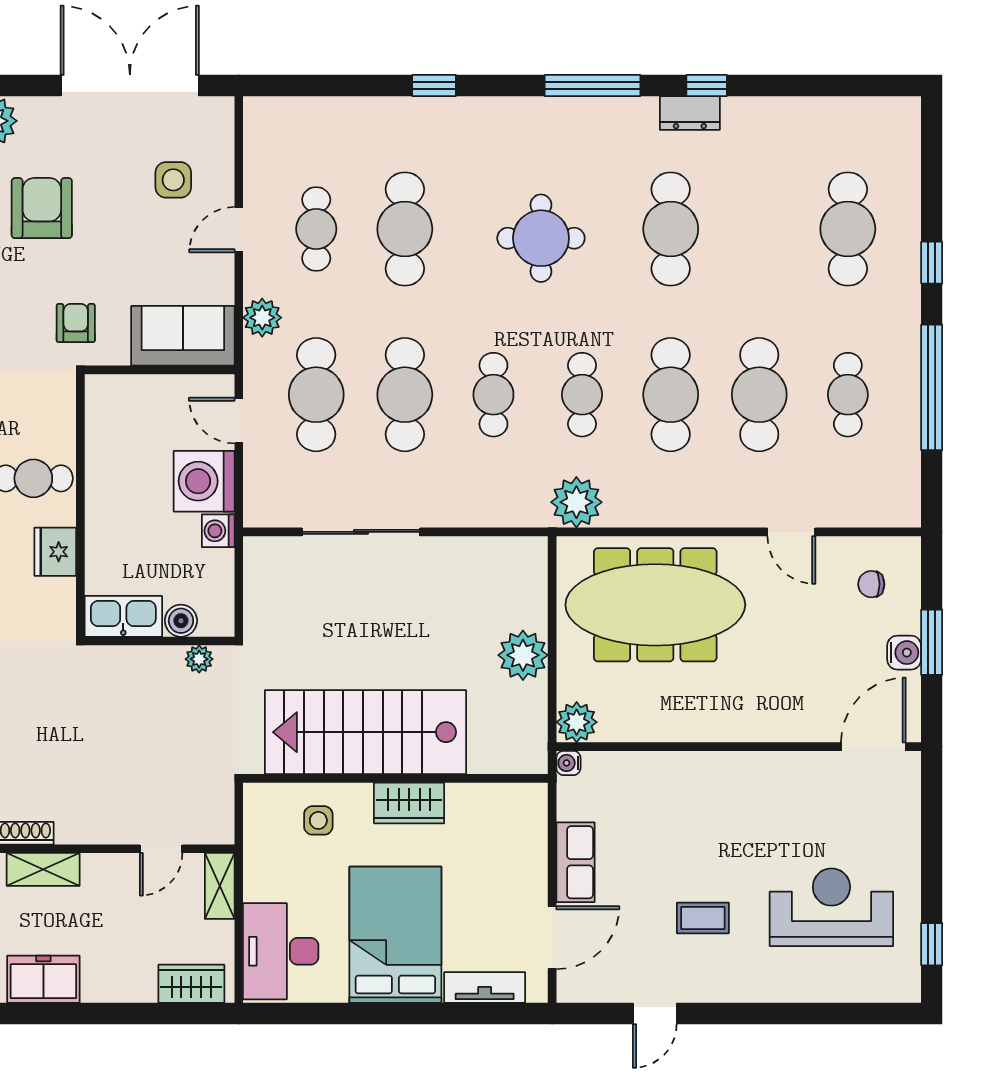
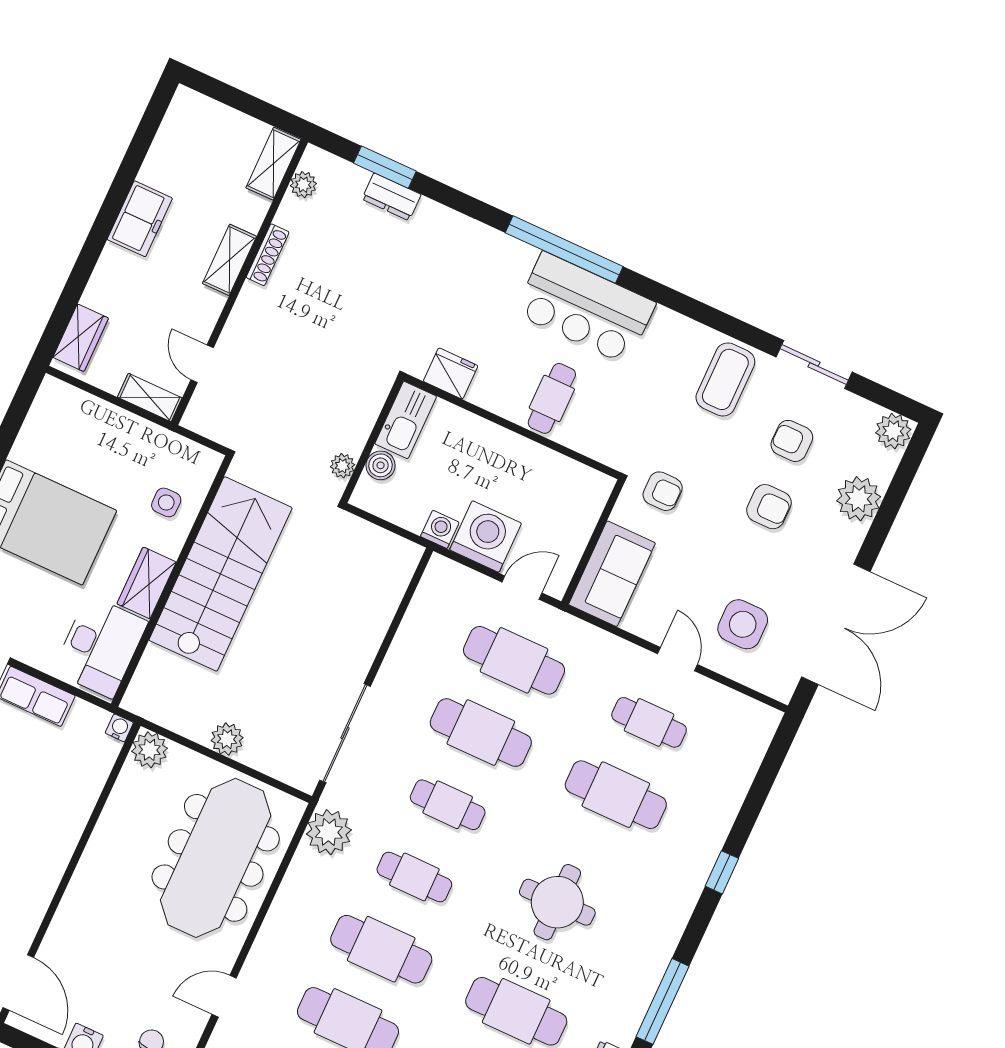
side table: (173, 180) -> (743, 624), width x1.37, depth x1.37
armchair: (42, 208) -> (769, 507), width x0.72, depth x0.72
plant: (262, 318) -> (597, 645), removed
sliding door: (361, 532) -> (345, 733), moved
fridge: (55, 552) -> (451, 373), moved
plant: (523, 655) -> (227, 739), width x0.73, depth x0.73
desk: (281, 951) -> (100, 647), moved, turned 90

